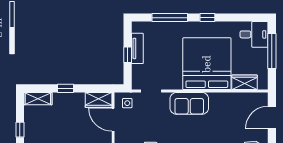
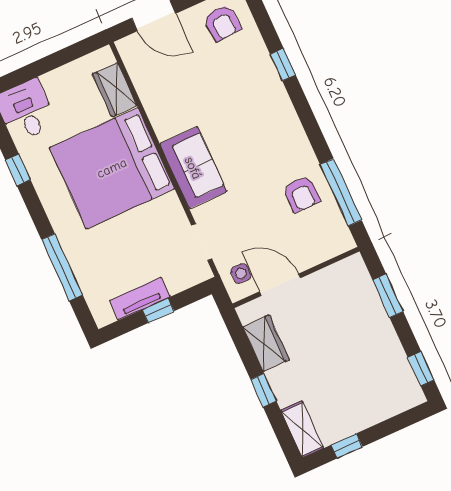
window: (207, 18) -> (18, 170), moved
window: (272, 51) -> (40, 67), removed
wardrobe: (99, 100) -> (266, 343), moved
door: (113, 120) -> (280, 285), swing flipped
window: (20, 130) -> (347, 446), moved

